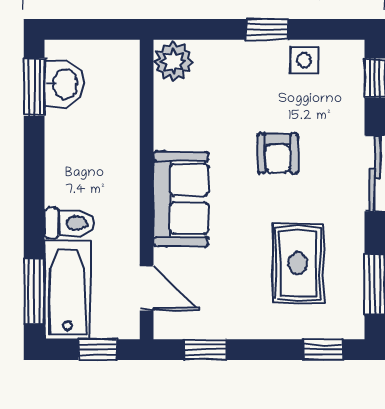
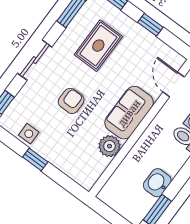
plant: (173, 62) -> (109, 146), moved
washbasin: (64, 84) -> (157, 183), moved
window: (205, 350) -> (150, 25), moved

